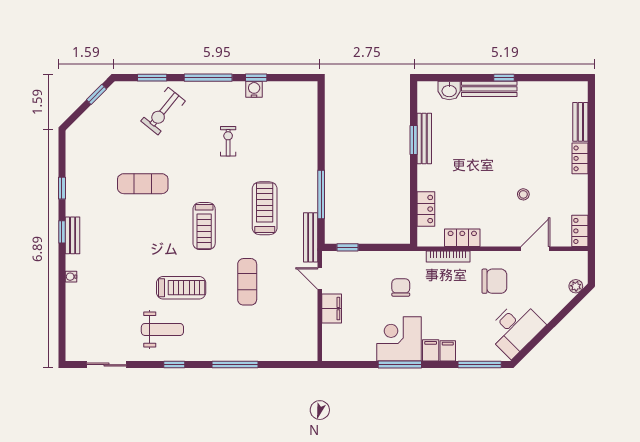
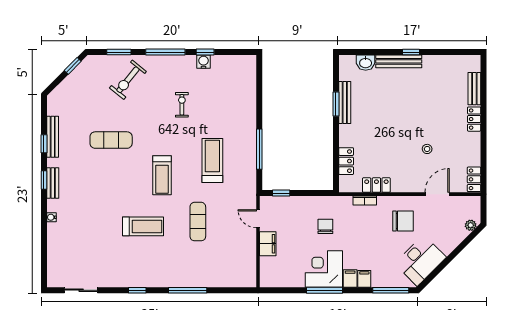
bench: (311, 237) -> (53, 137), moved
bookcase: (448, 256) -> (365, 201), width x0.64
weight bench: (162, 329) -> (127, 261), removed

